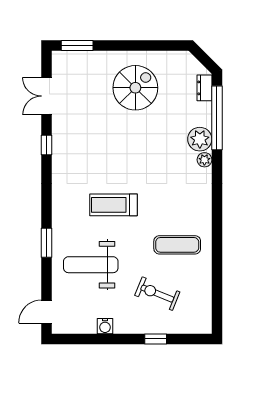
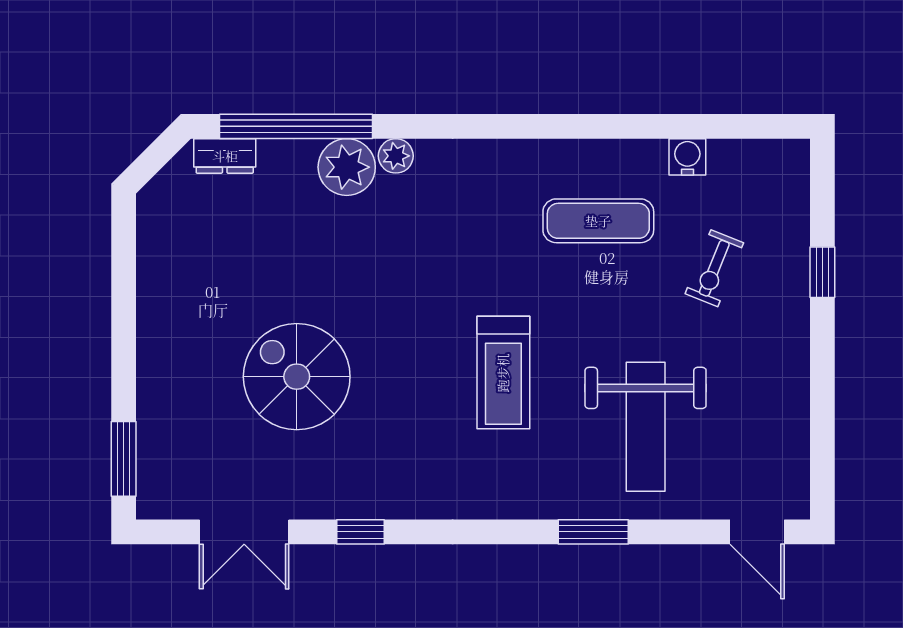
spiral stairs: (135, 88) -> (297, 377), moved
exercise mat: (177, 245) -> (598, 221), turned 90
exercise bike: (157, 294) -> (714, 268), width x0.73, depth x0.72
water cooler: (105, 326) -> (687, 157), moved, turned -90

